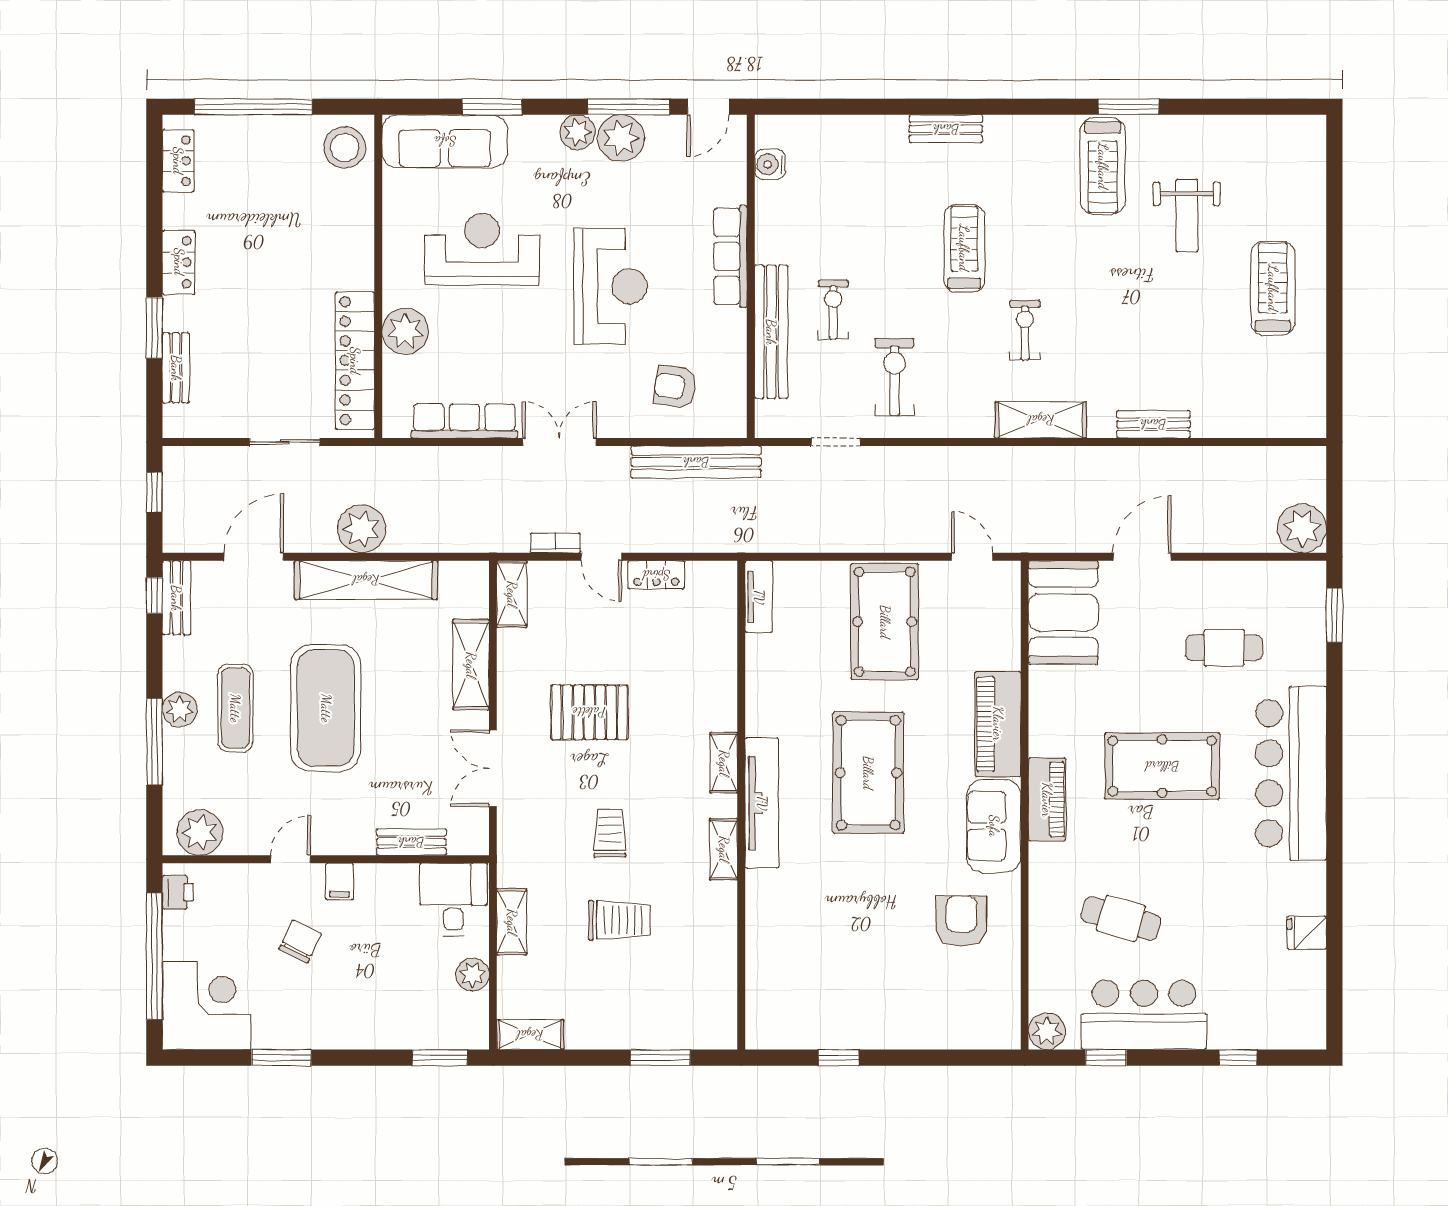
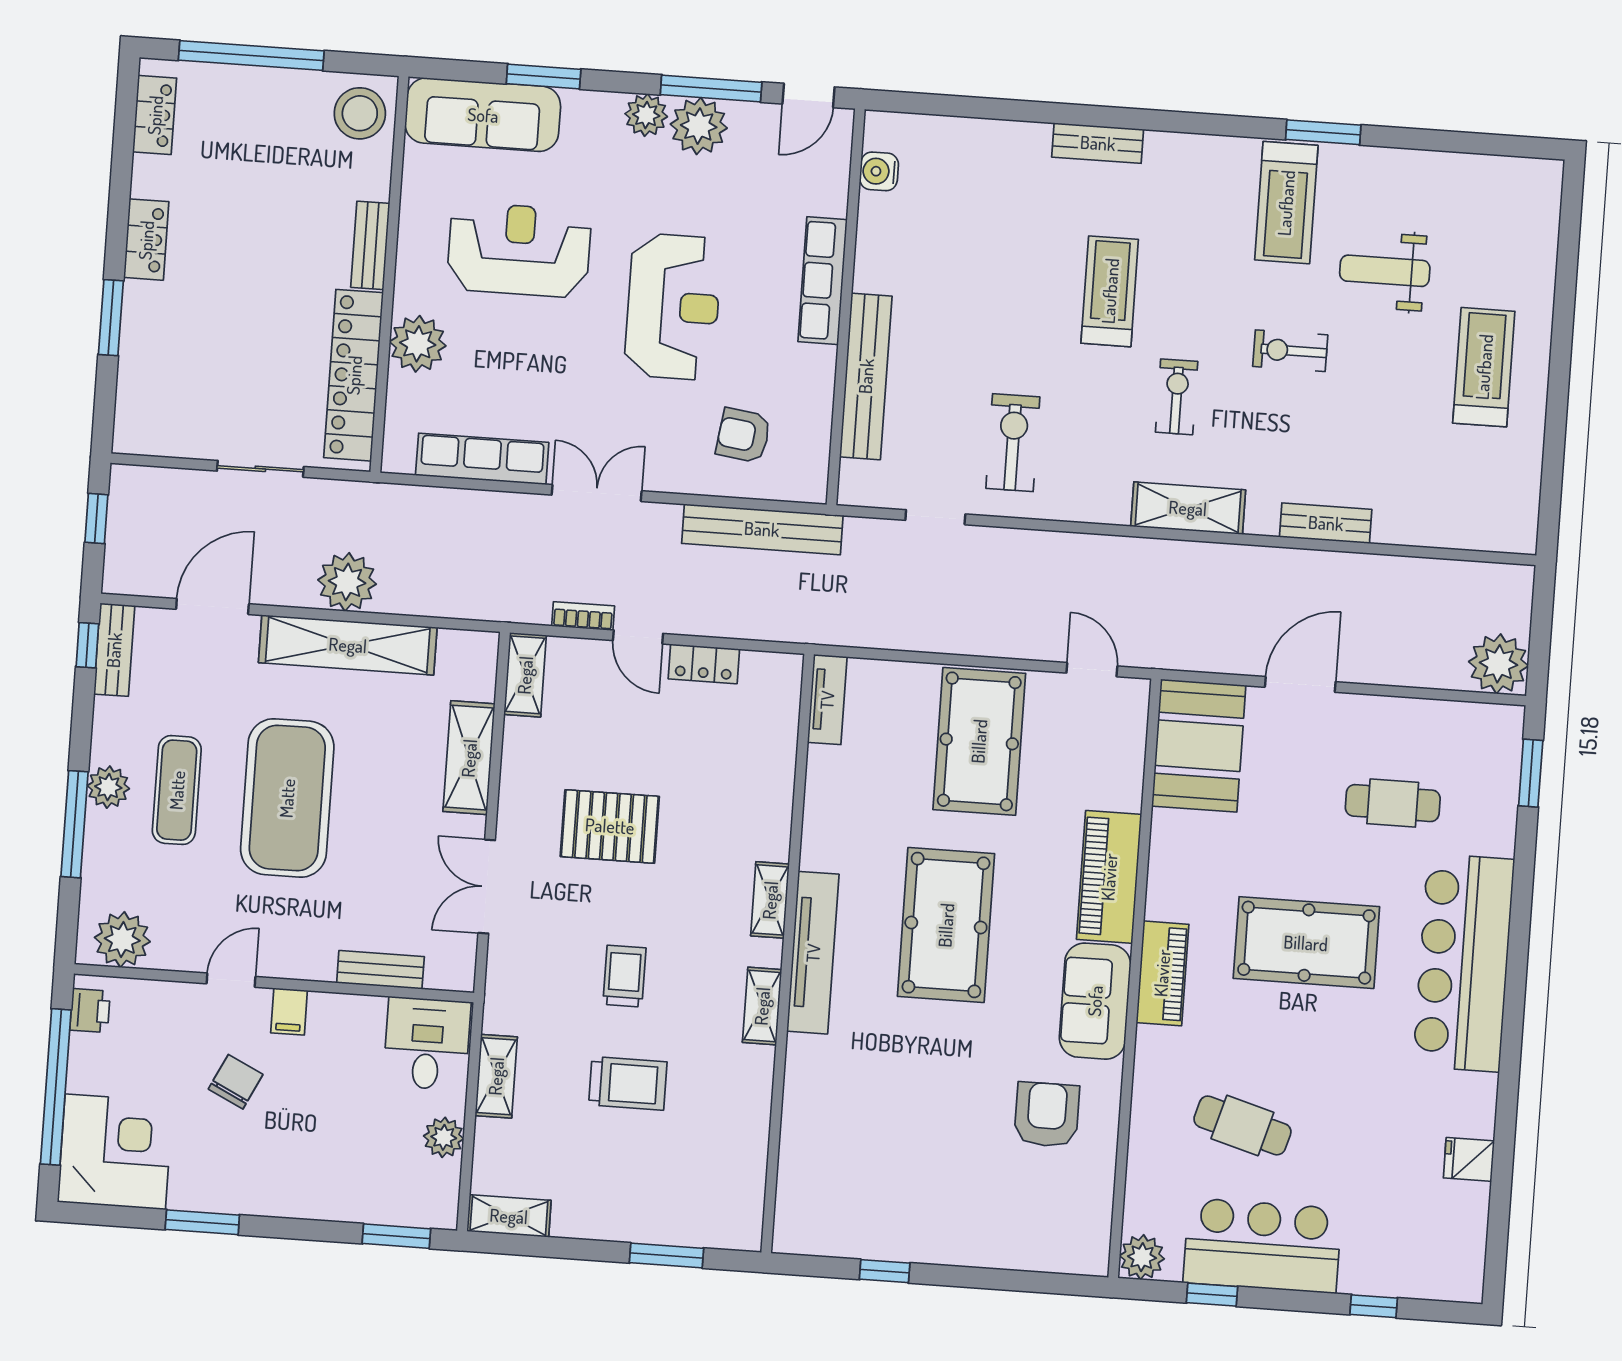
weight bench: (1187, 216) -> (1385, 271), turned 90
exercise bike: (833, 310) -> (1290, 351), moved, turned -90
bench: (176, 368) -> (370, 245), moved

